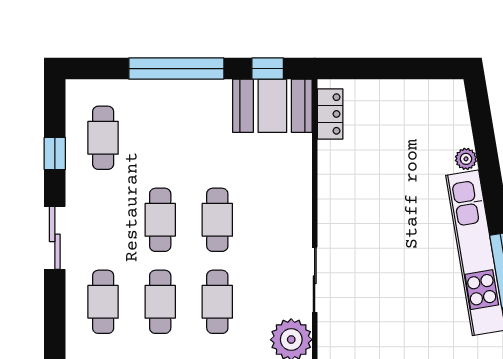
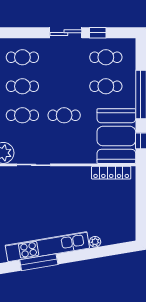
booth: (272, 106) -> (116, 136), width x1.36, depth x1.42
locker: (330, 114) -> (111, 173), width x1.53
cafe table: (160, 220) -> (106, 86), moved
sliding door: (55, 238) -> (66, 33), moved

